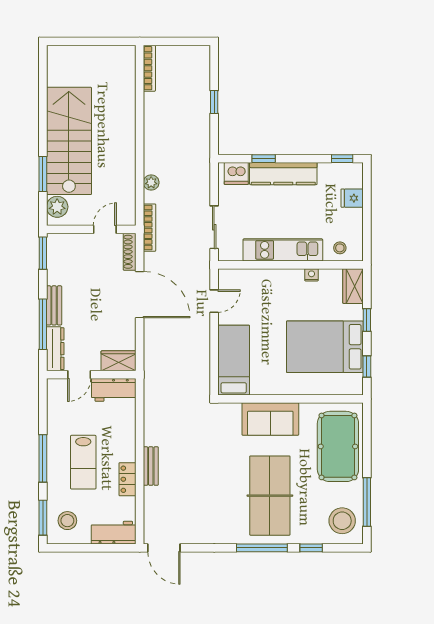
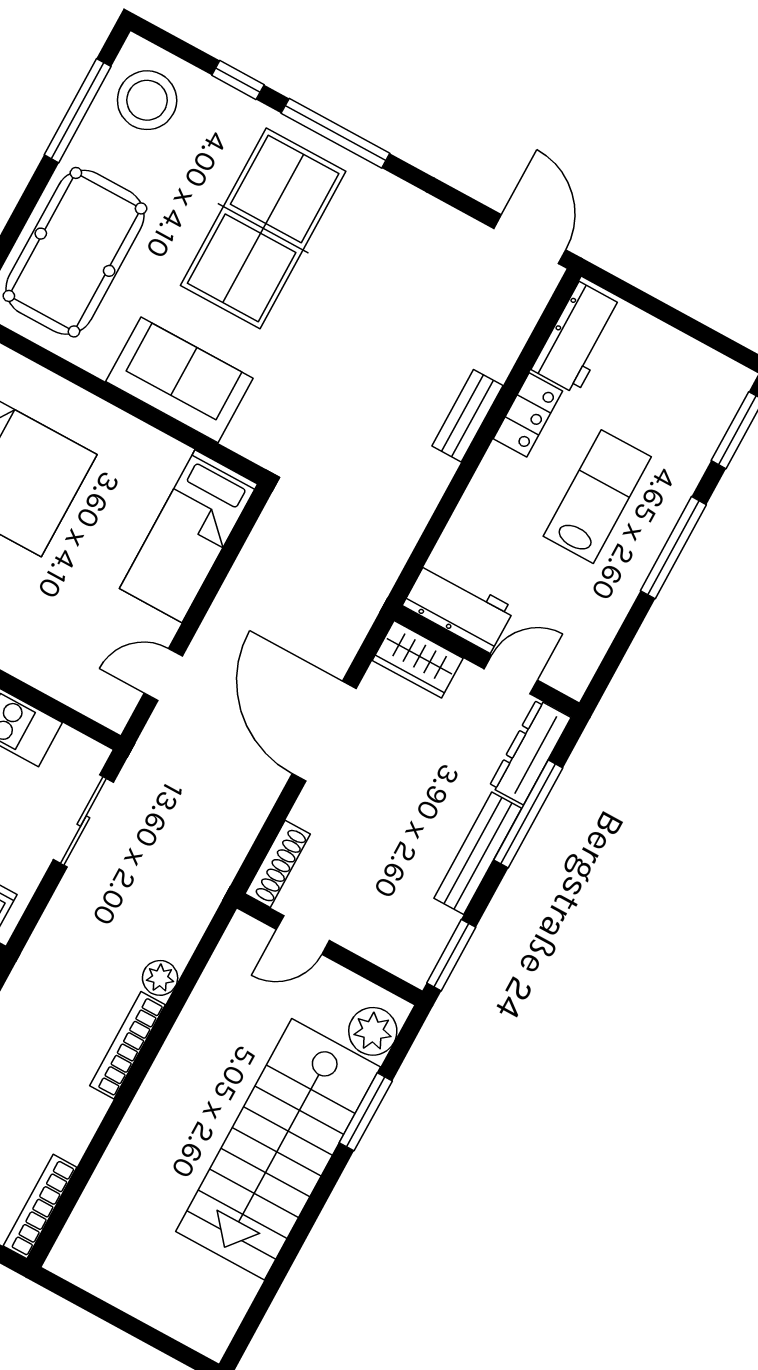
bookcase: (149, 228) -> (128, 1045), moved
door: (140, 295) -> (324, 731), moved
bench: (54, 305) -> (478, 853), width x1.36
stool: (67, 521) -> (692, 398), removed
workbench: (114, 533) -> (578, 338), moved, turned -90

